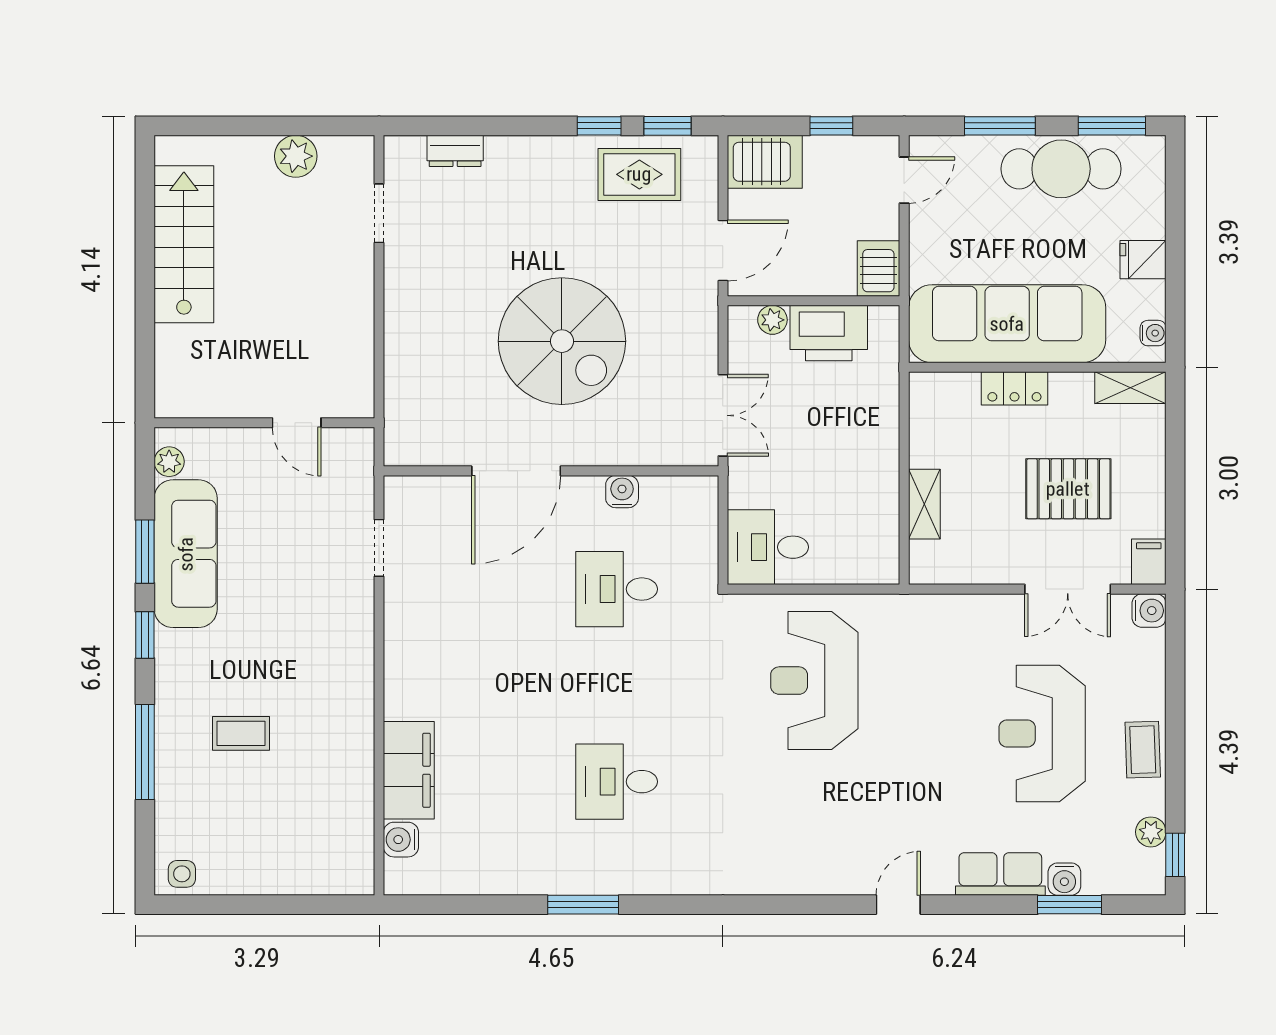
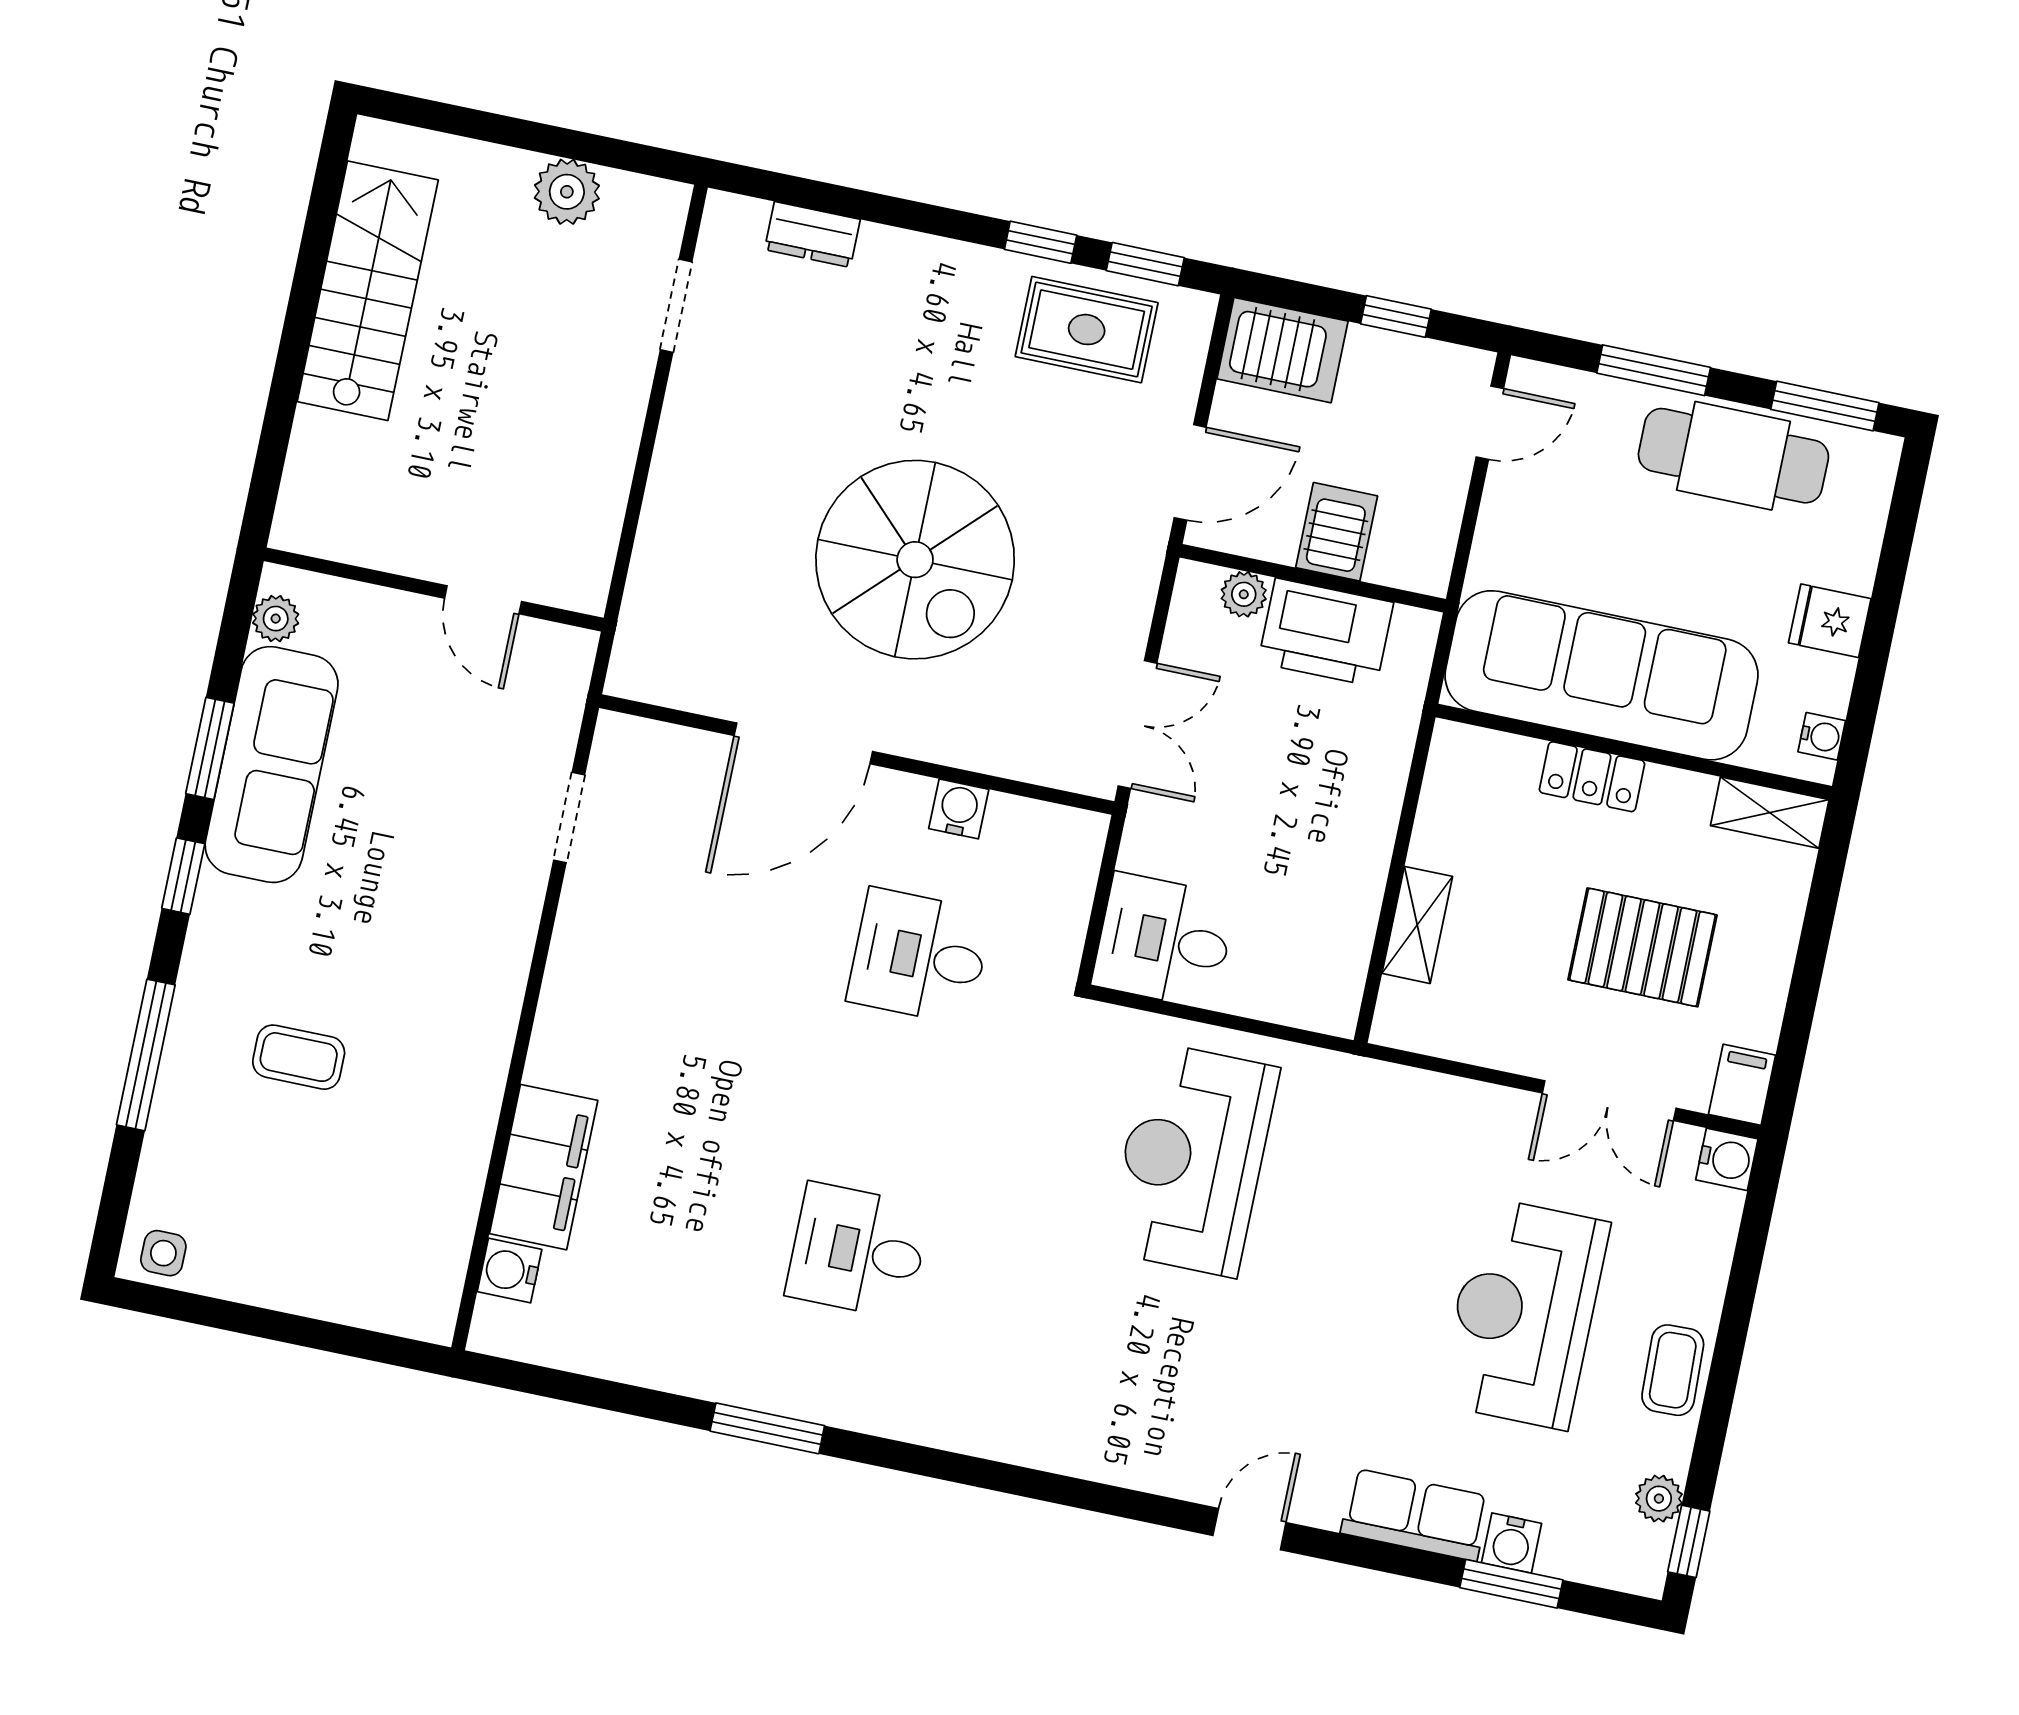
server rack: (878, 268) -> (1337, 532), moved

